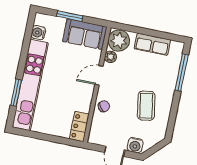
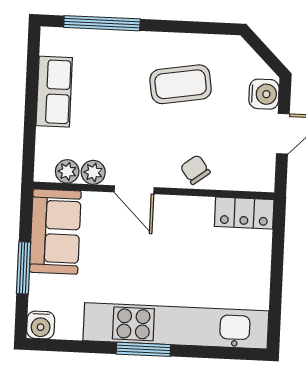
water cooler: (38, 33) -> (41, 325), moved
plant: (119, 41) -> (67, 171), width x0.53, depth x0.53
window: (16, 93) -> (143, 349), moved

